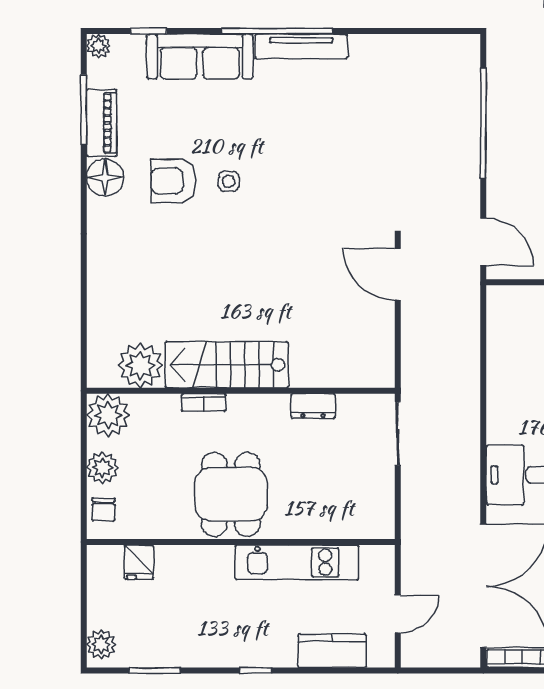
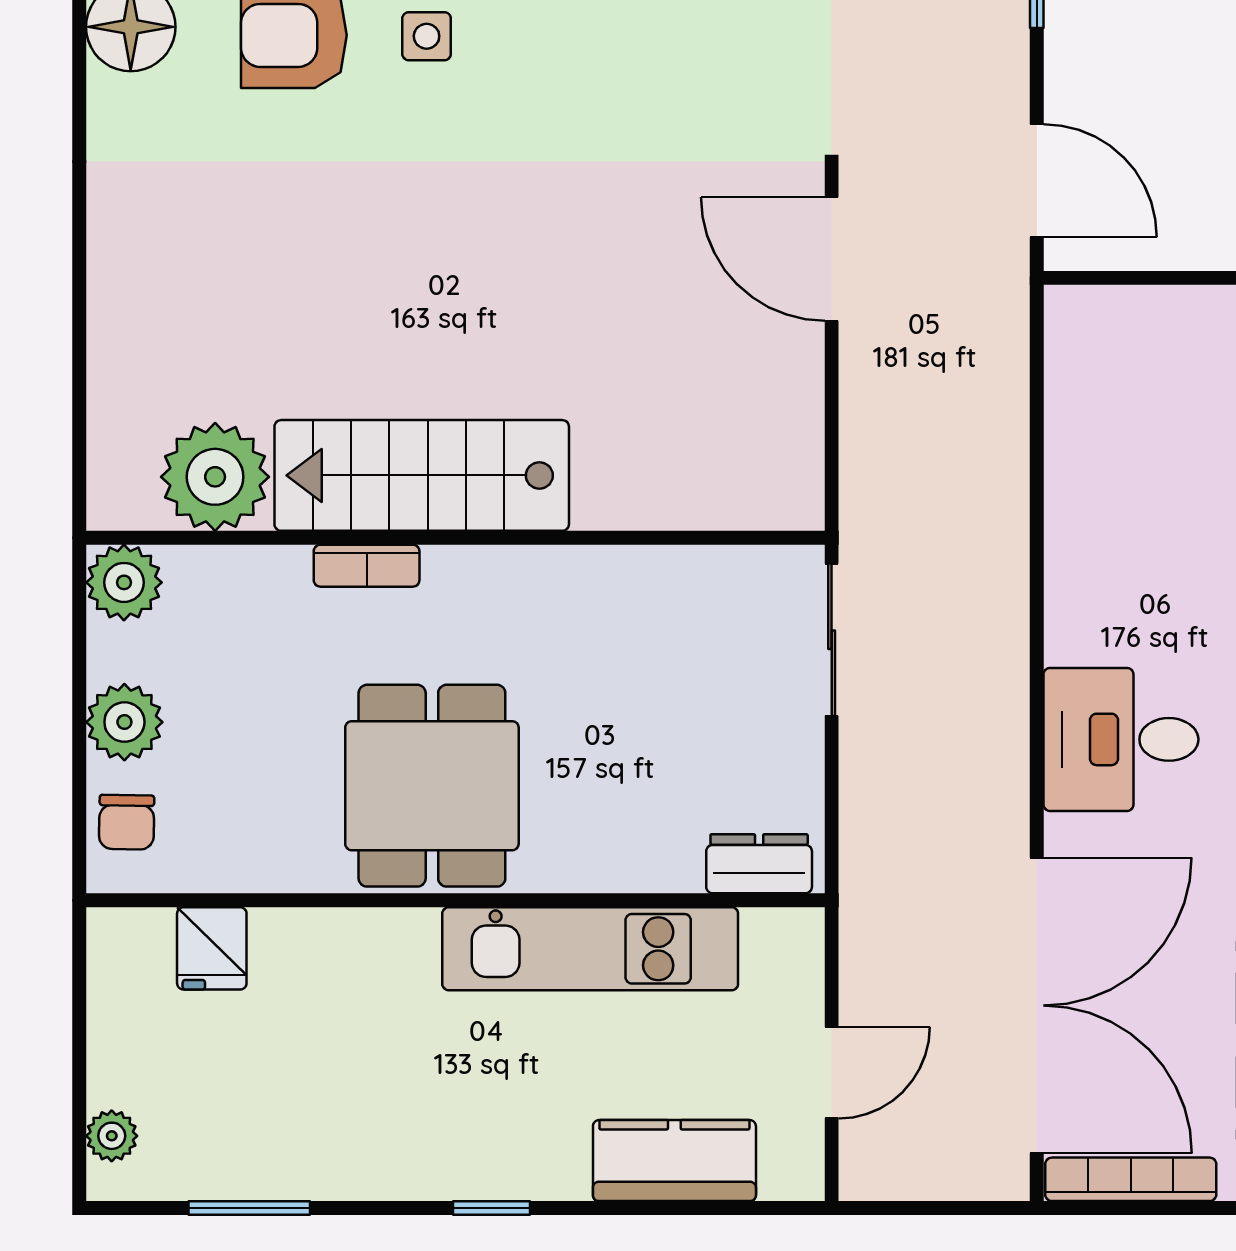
dresser: (313, 406) -> (759, 864), moved, turned 180
plant: (108, 415) -> (124, 582), width x0.73, depth x0.73
plant: (101, 644) -> (112, 1136), width x0.73, depth x0.73

